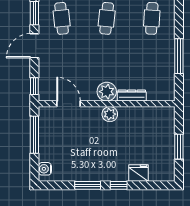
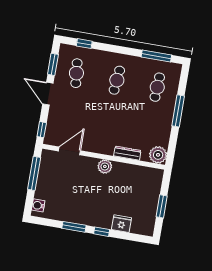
door: (34, 46) -> (48, 94), hinge flipped
window: (179, 56) -> (178, 111), moved
plant: (107, 92) -> (158, 155), moved
door: (69, 104) -> (69, 151), hinge flipped

